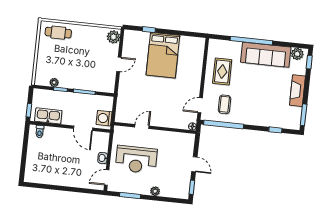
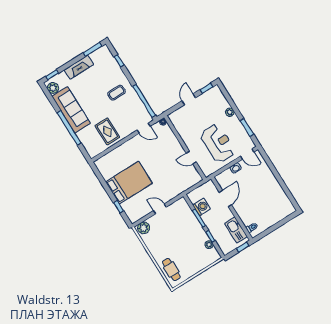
rug: (222, 72) -> (107, 131), turned 90
coffee table: (225, 104) -> (116, 93), moved
washing machine: (104, 118) -> (201, 207), moved, turned -90

